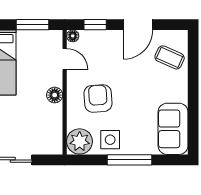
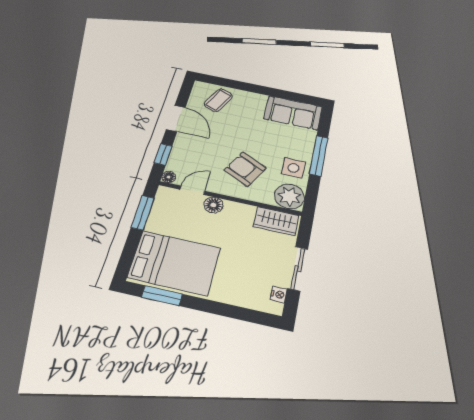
floor lamp: (55, 95) -> (213, 205), moved
armchair: (98, 98) -> (245, 169), turned 31
wardrobe: (52, 135) -> (276, 221), added

